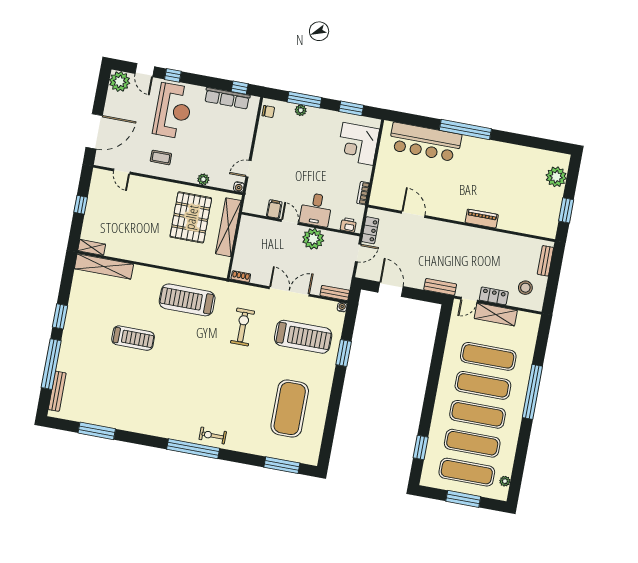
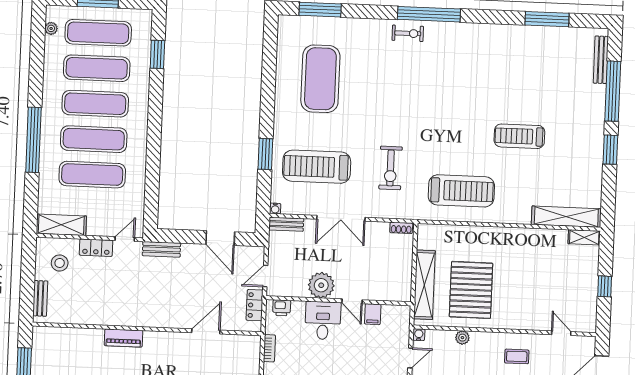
door: (413, 214) -> (206, 331), swing flipped
shelving: (496, 314) -> (61, 225), moved

